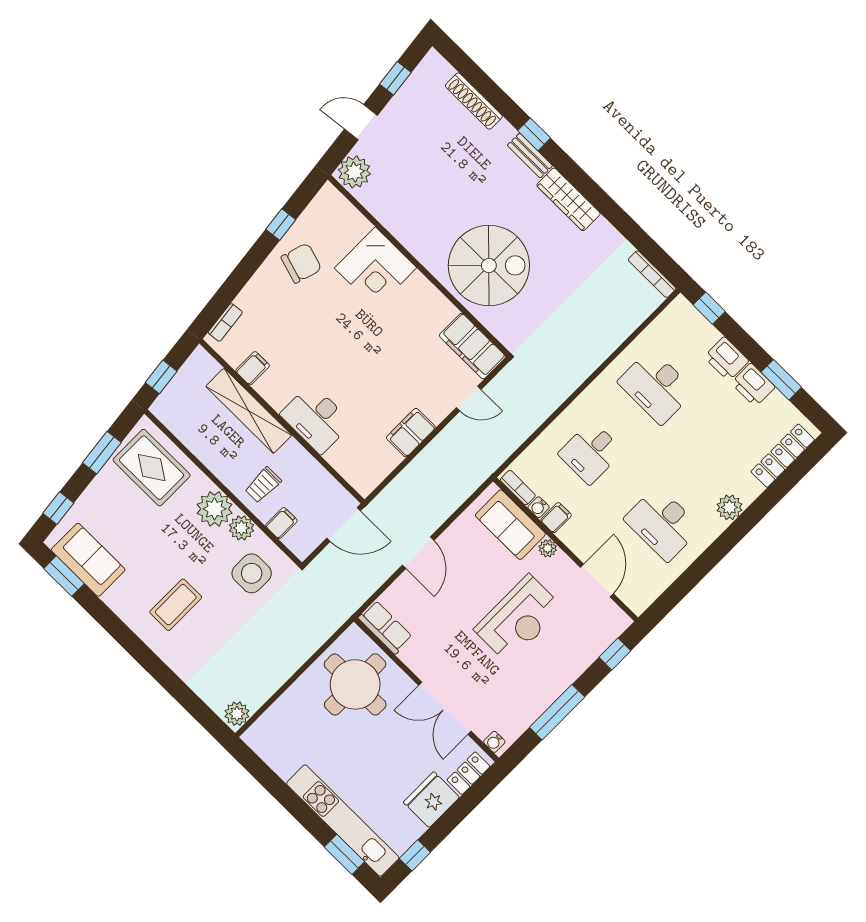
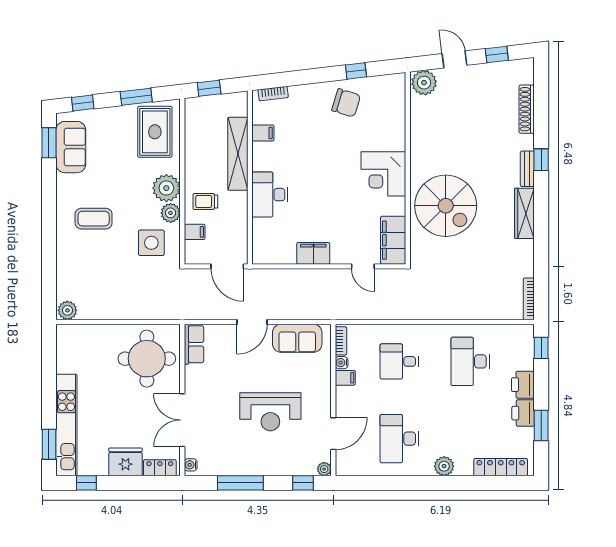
corner desk: (376, 268) -> (383, 174), moved
sofa: (510, 525) -> (297, 338), moved, turned -90
plant: (548, 548) -> (324, 469), moved

